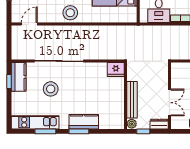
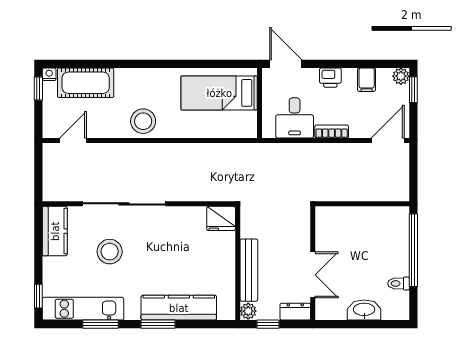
window: (9, 81) -> (38, 296), moved
kitchen counter: (84, 122) -> (179, 308), width x1.50

